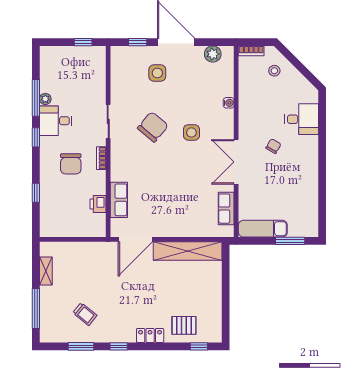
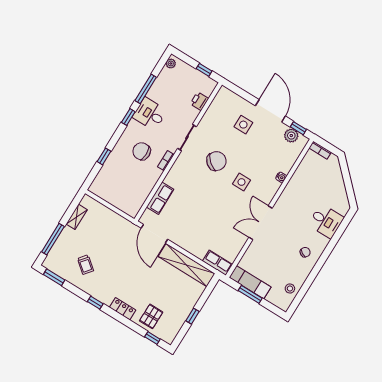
window: (138, 42) -> (298, 128), moved
stool: (274, 71) -> (290, 288), moved
plant: (45, 99) -> (171, 63), moved
chair: (273, 146) -> (305, 252), moved
chair: (71, 164) -> (142, 151), turned 90
printer: (98, 204) -> (199, 101), moved
row of seats: (226, 209) -> (217, 263), moved, turned 90
door: (135, 239) -> (154, 234), hinge flipped
window: (290, 241) -> (250, 294), moved
window: (226, 299) -> (192, 316), added
pallet: (184, 325) -> (151, 316), turned 90
window: (81, 346) -> (54, 277), moved

